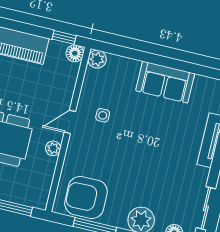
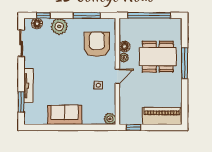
floor lamp: (75, 53) -> (125, 46), moved
armchair: (86, 197) -> (97, 44), moved, turned -89

